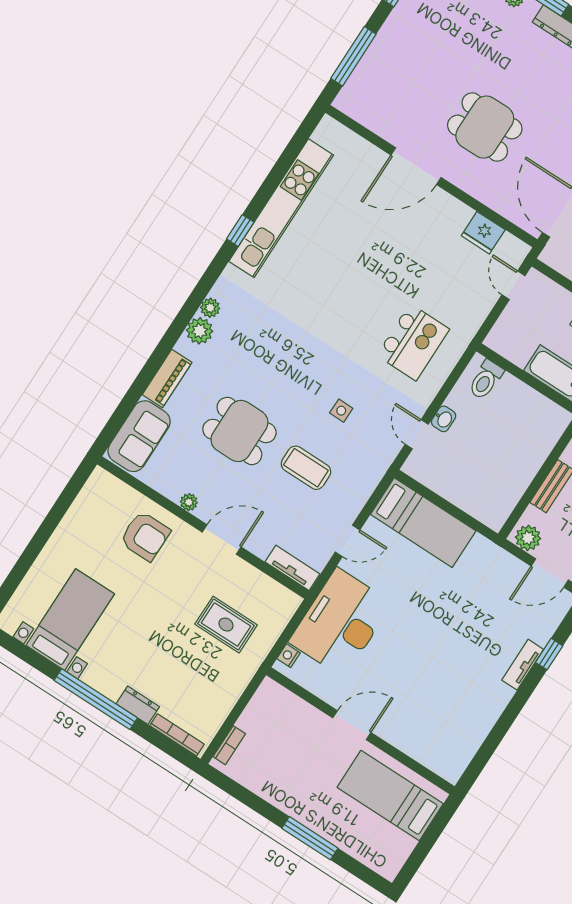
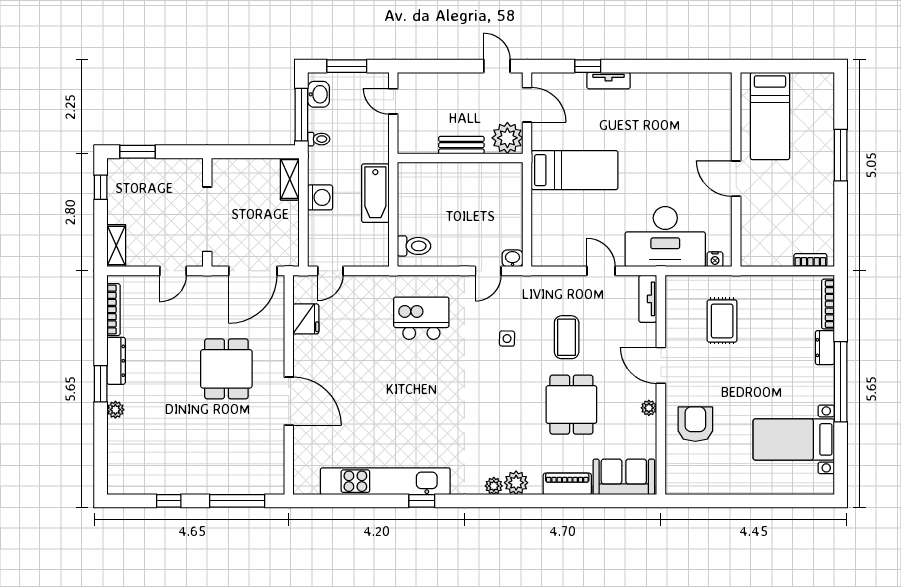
washbasin: (444, 419) -> (513, 258), moved
bed: (423, 523) -> (575, 170), moved, turned 90
plant: (528, 538) -> (507, 138), width x1.36, depth x1.36

